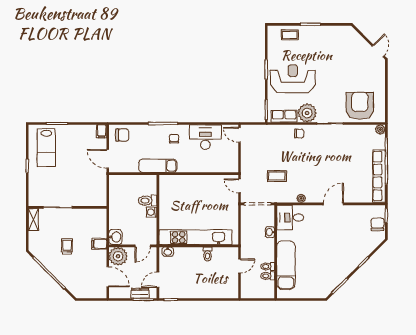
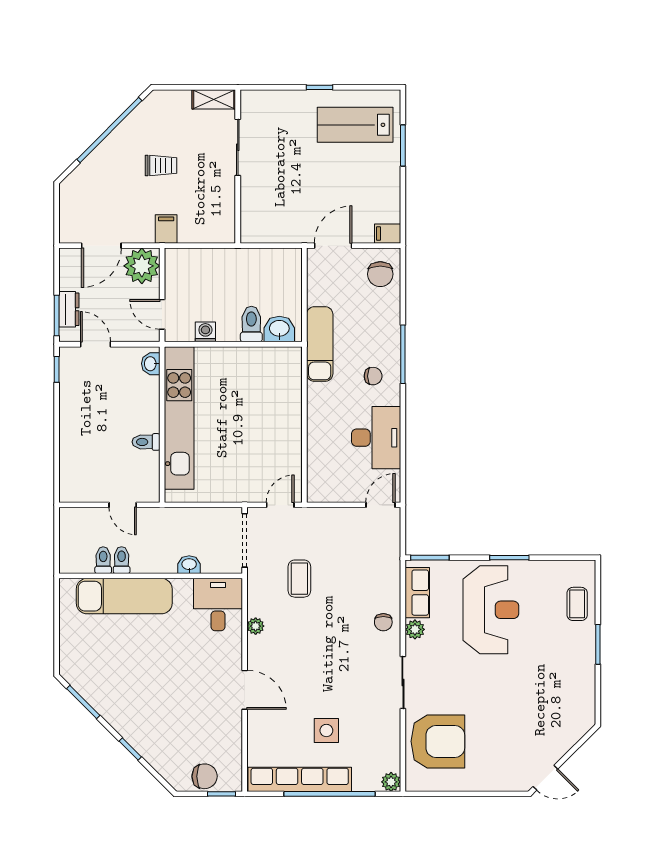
plant: (307, 113) -> (415, 629), width x0.53, depth x0.53
side table: (354, 162) -> (326, 730), added
washing machine: (152, 212) -> (205, 332), moved
washbasin: (115, 237) -> (279, 329), moved, turned 180

